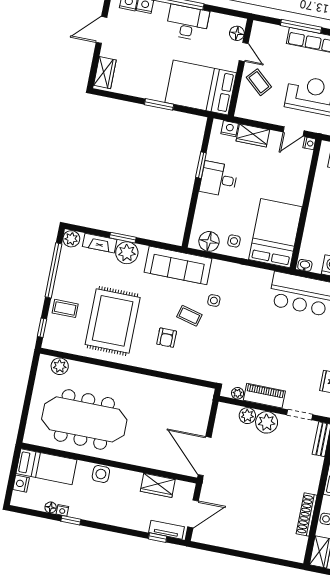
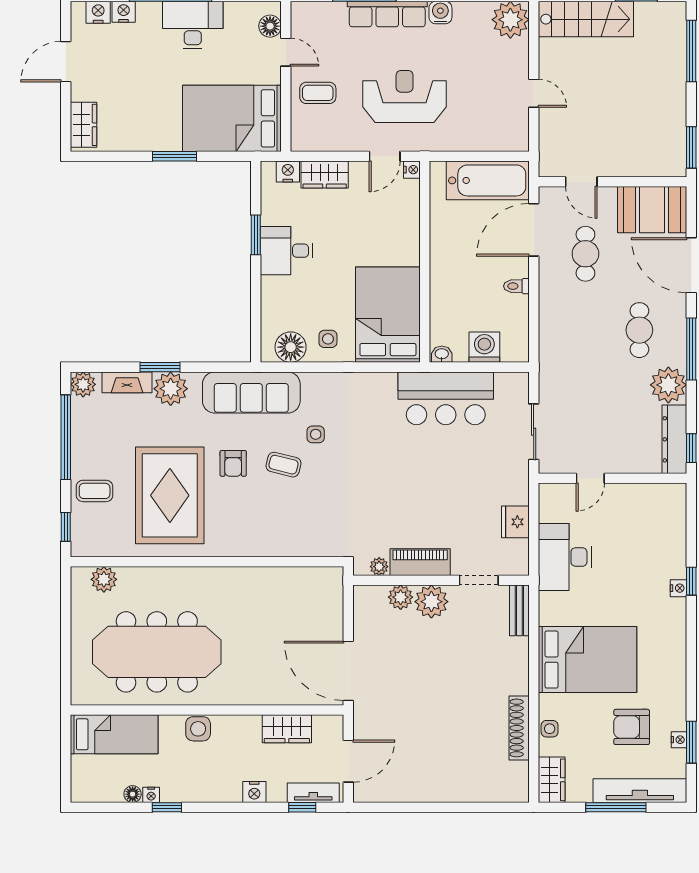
coffee table: (259, 82) -> (318, 93), turned -41
armchair: (167, 338) -> (233, 463), moved
nightstand: (21, 484) -> (254, 792), moved, turned -90

